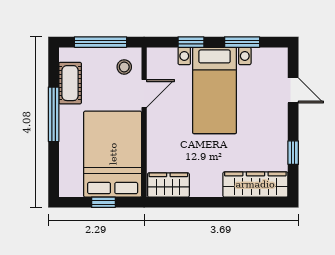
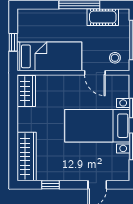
bed: (113, 154) -> (49, 56), width x0.67

